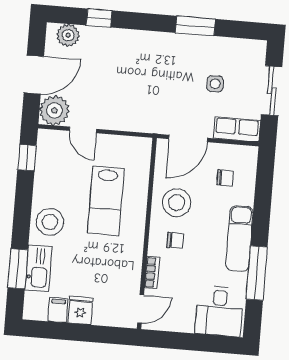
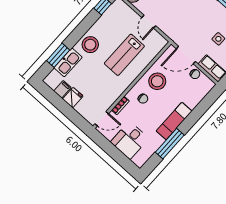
door: (83, 130) -> (149, 22), moved
chair: (225, 178) -> (195, 74), moved
desk: (219, 311) -> (130, 140), moved

